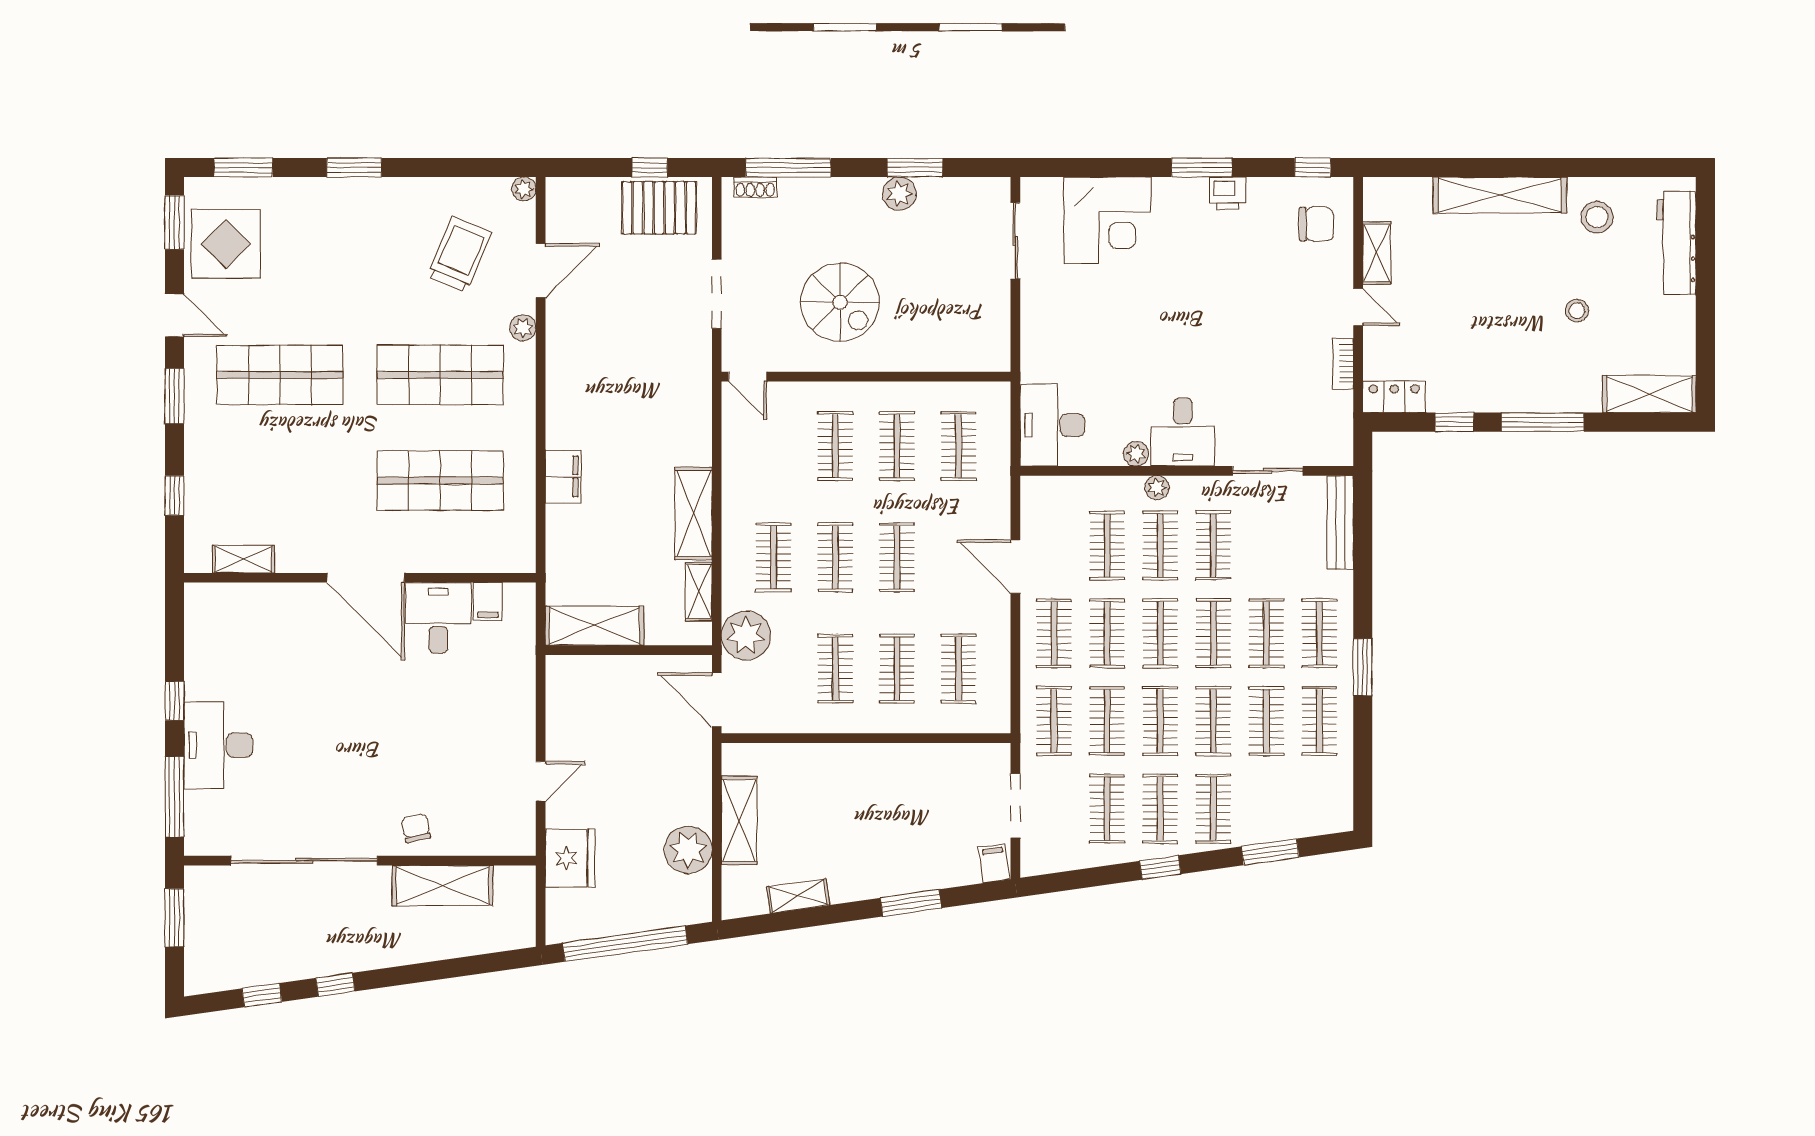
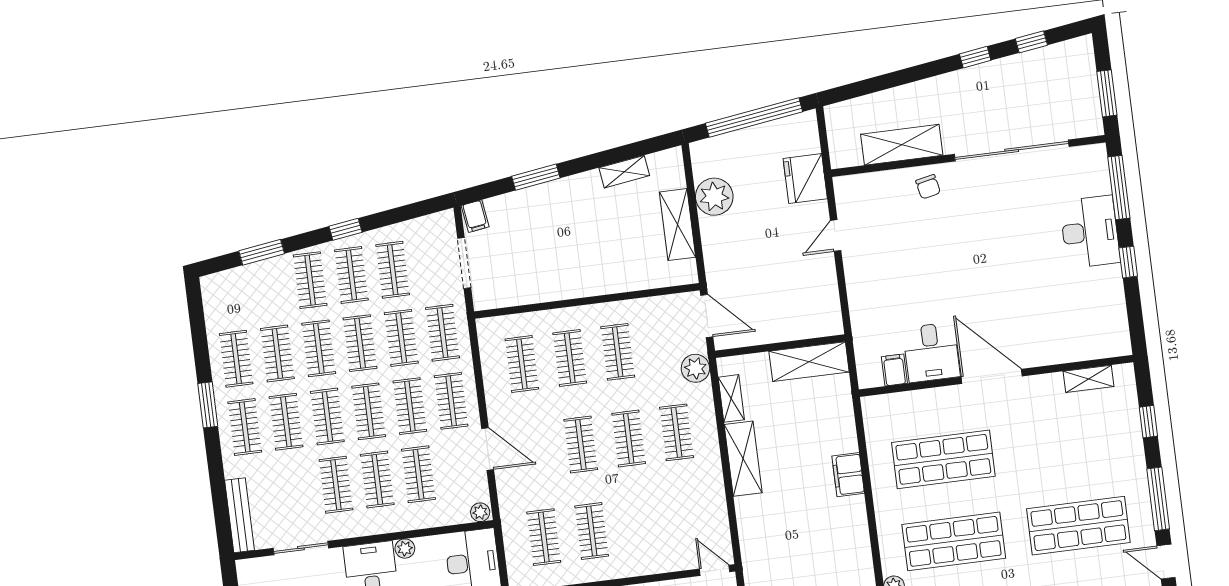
window: (174, 396) -> (1158, 499), width x1.44
clothes rail: (835, 446) -> (640, 525), removed
plant: (1157, 488) -> (480, 512), moved
plant: (746, 635) -> (695, 368), width x0.73, depth x0.73

